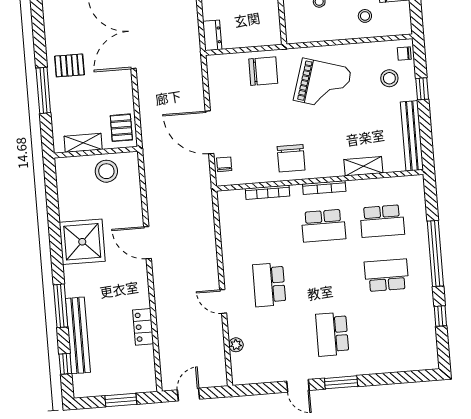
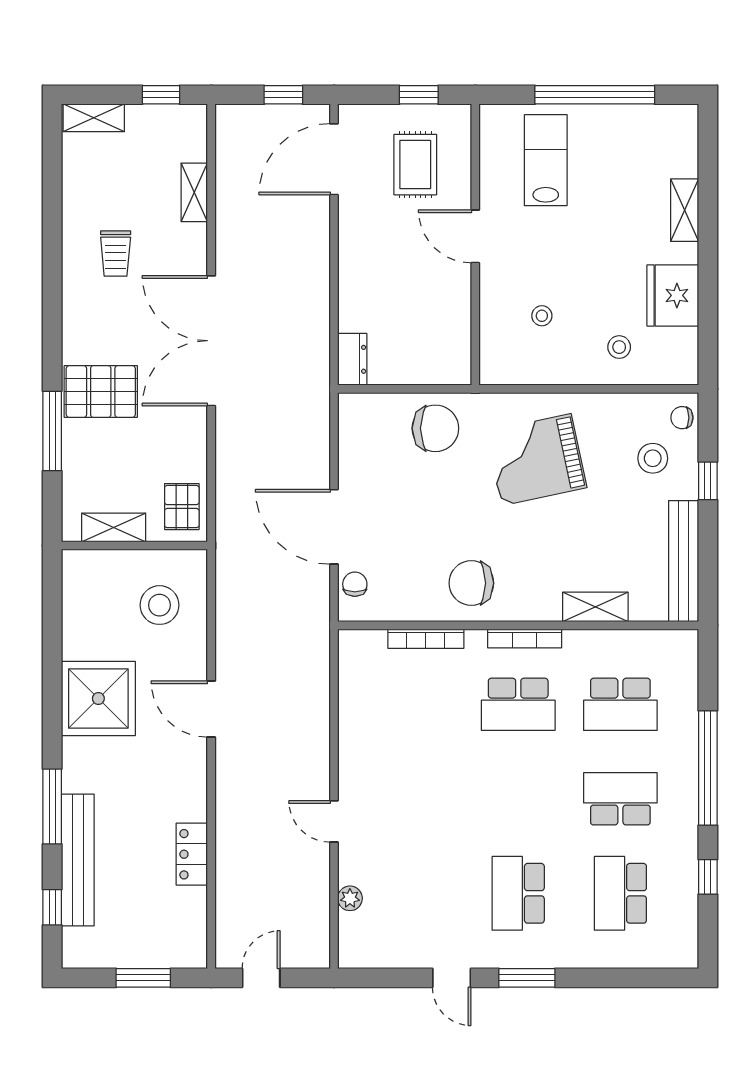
pallet: (69, 65) -> (101, 392), width x1.50, depth x1.42
grand piano: (323, 84) -> (536, 460), turned 151
chair: (291, 158) -> (471, 583), turned 90
stool: (106, 171) -> (159, 605), moved
school desk: (269, 285) -> (620, 893), moved

